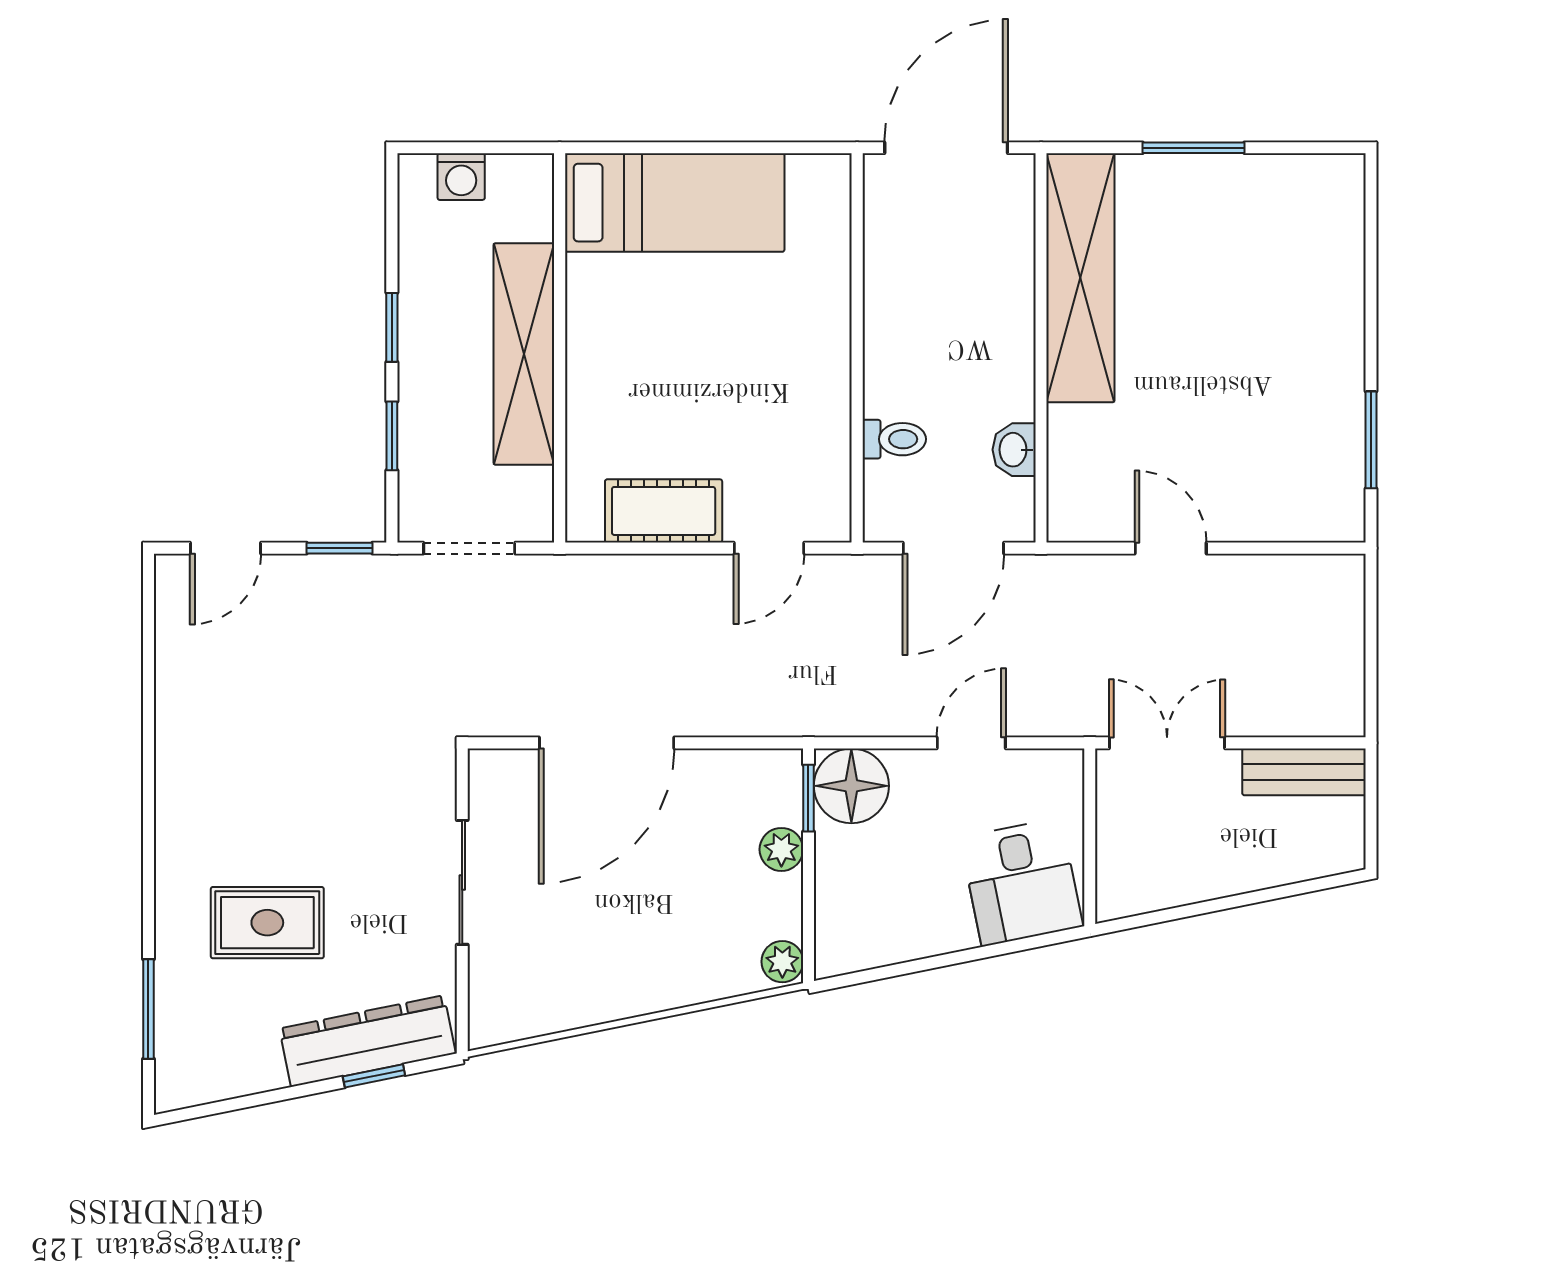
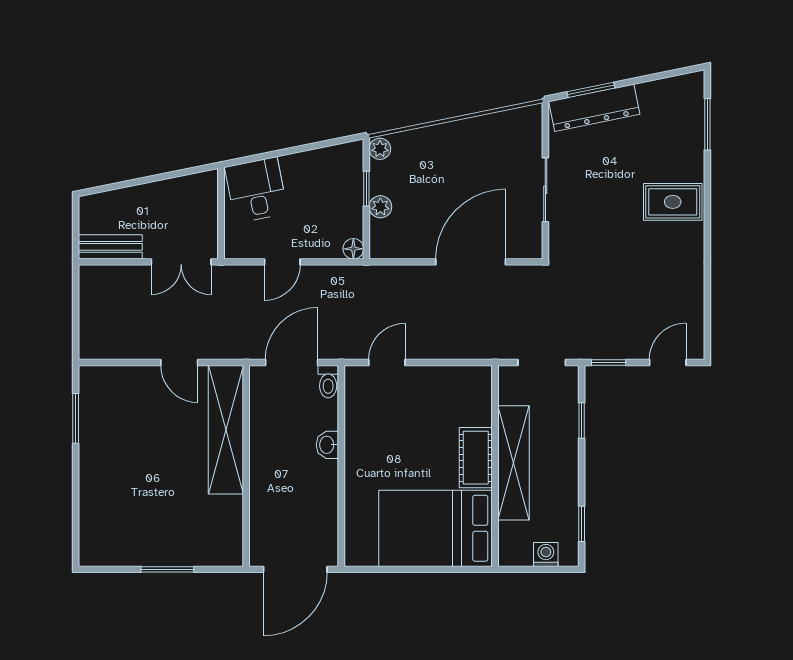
bed: (675, 203) -> (436, 528), width x1.50
shelving: (1080, 278) -> (226, 430), moved
window: (392, 327) -> (582, 524), moved
toilet: (894, 439) -> (328, 382), moved, turned -90
washbasin: (1014, 450) -> (327, 445), moved, turned 180
cot: (664, 511) -> (476, 458), moved, turned 90
floor lamp: (851, 786) -> (353, 249), width x0.53, depth x0.53
window: (808, 798) -> (366, 189), moved
rug: (267, 923) -> (673, 202), moved
window: (374, 1076) -> (591, 90), width x1.50

